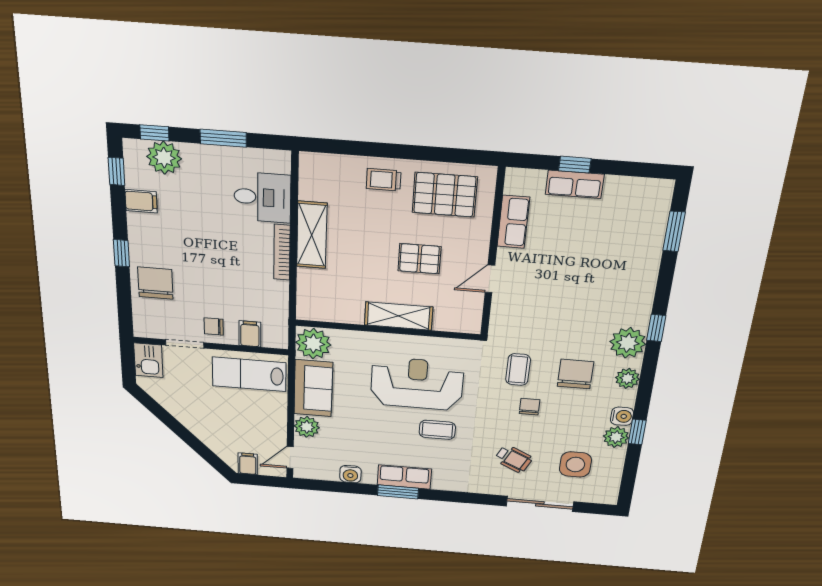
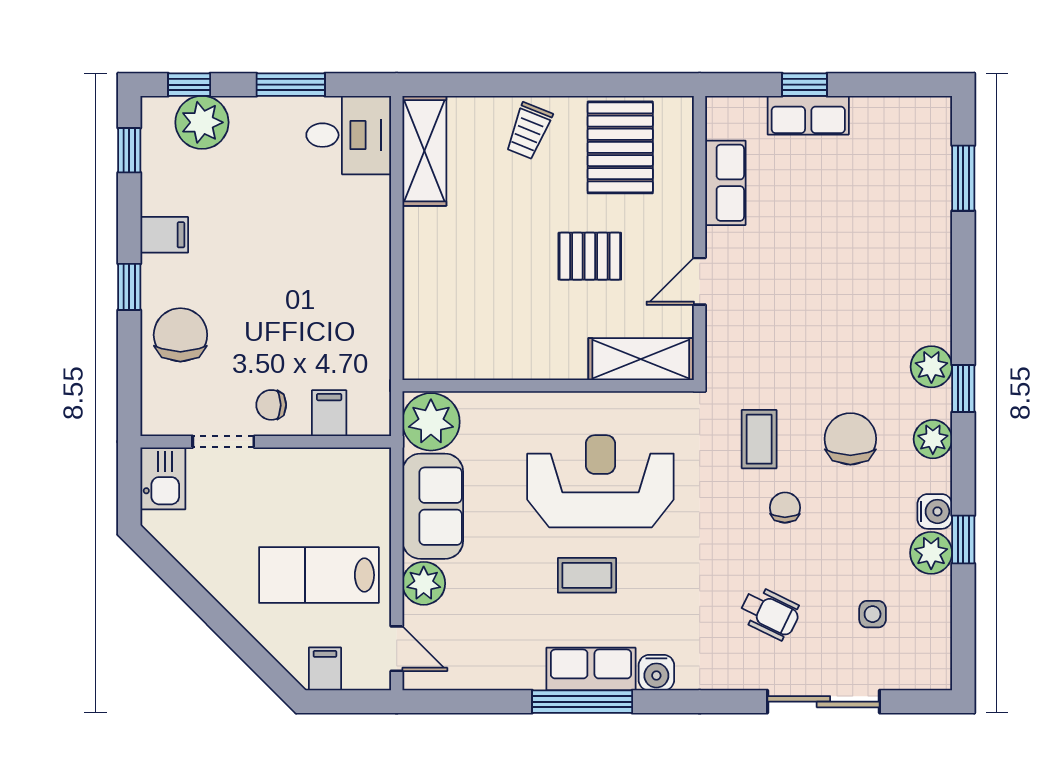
trolley: (384, 180) -> (529, 131), turned -68
pallet: (445, 195) -> (620, 147), turned 90
desk: (262, 197) -> (349, 135), moved
filing cabinet: (141, 201) -> (164, 235), moved
shelving: (312, 235) -> (424, 151), moved
bookcase: (282, 252) -> (379, 264), removed
shelving: (399, 316) -> (641, 359), moved
window: (656, 328) -> (963, 388), moved
plant: (628, 343) -> (931, 367), width x0.73, depth x0.73
lab bench: (249, 374) -> (319, 575), moved
coffee table: (437, 430) -> (587, 575), moved
door: (290, 457) -> (397, 649), swing flipped
side table: (575, 464) -> (873, 614), width x0.54, depth x0.54
water cooler: (350, 474) -> (656, 673), moved
window: (398, 492) -> (582, 702), width x1.44

